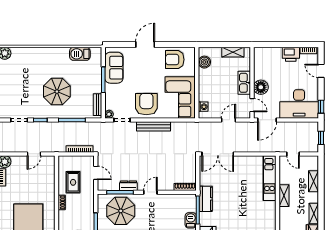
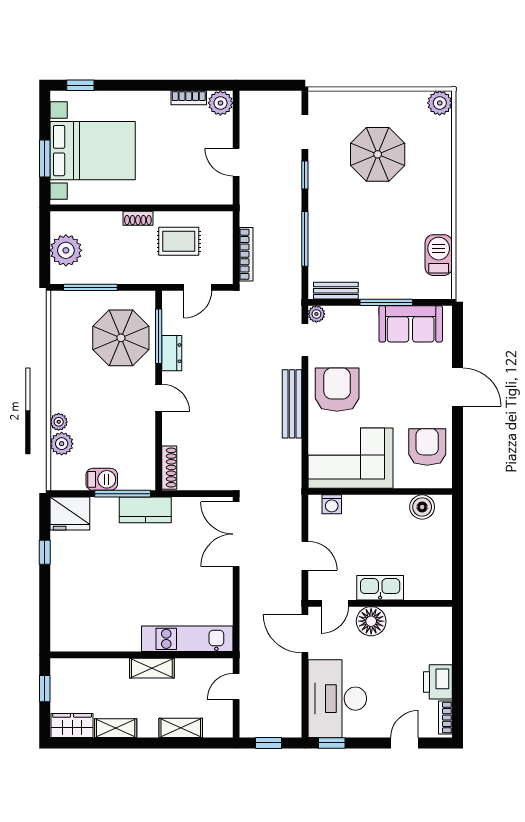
shelving: (233, 52) -> (442, 565), removed
parasol: (57, 92) -> (378, 154), moved
armchair: (146, 104) -> (337, 390), turned -90

